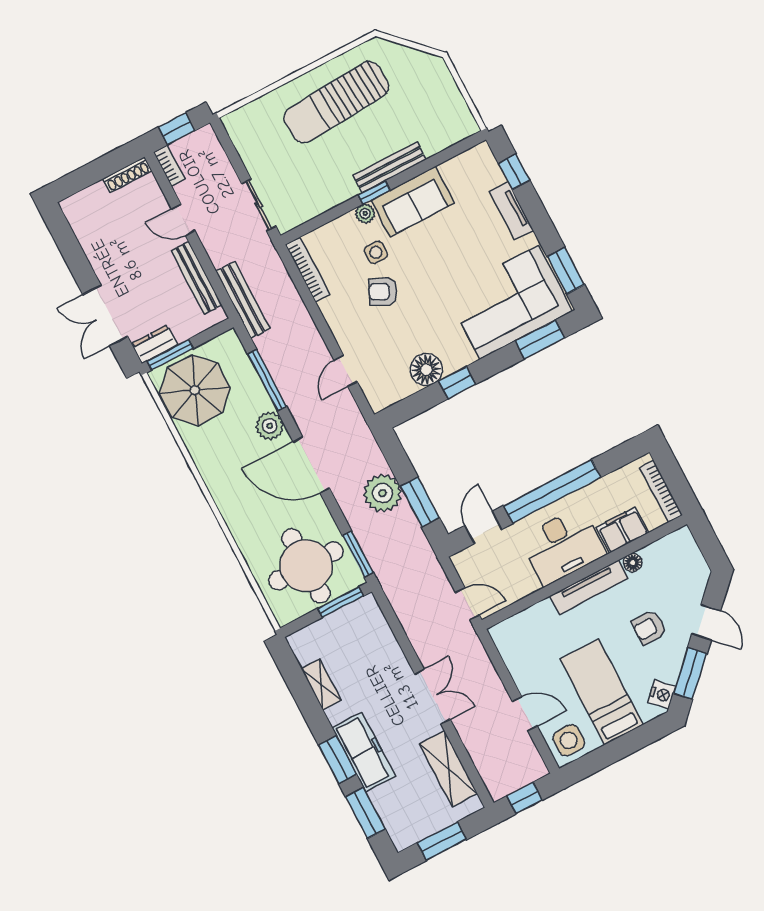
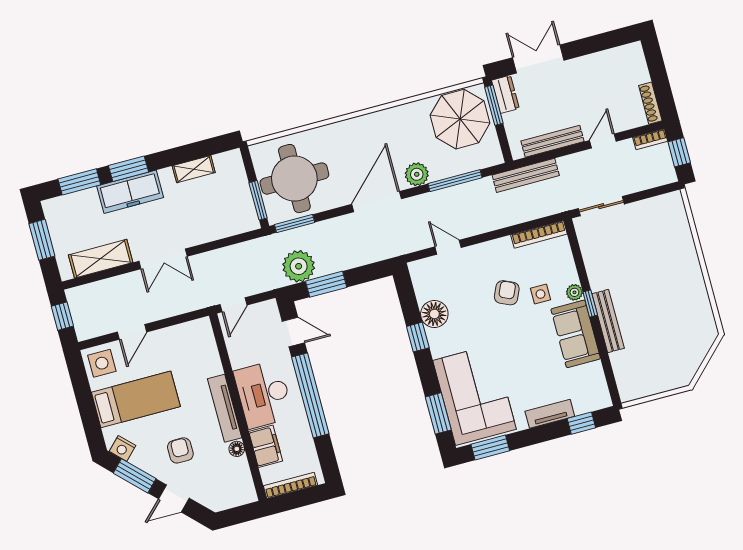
sun lounger: (336, 102) -> (672, 289), removed
plant: (382, 493) -> (299, 266), moved

